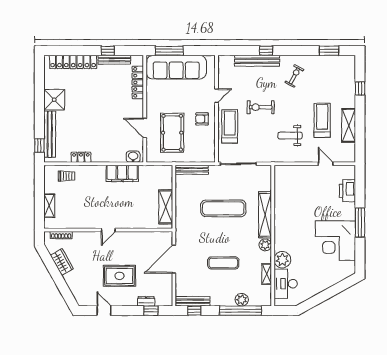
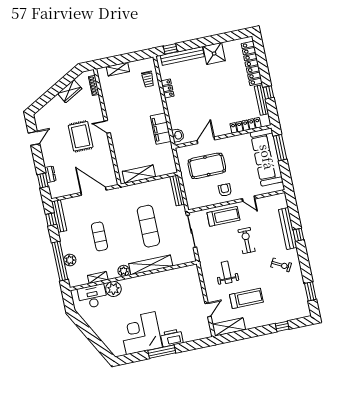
shelving: (349, 125) -> (229, 327), moved
printer: (347, 191) -> (172, 338), moved
rug: (119, 276) -> (81, 136), moved

